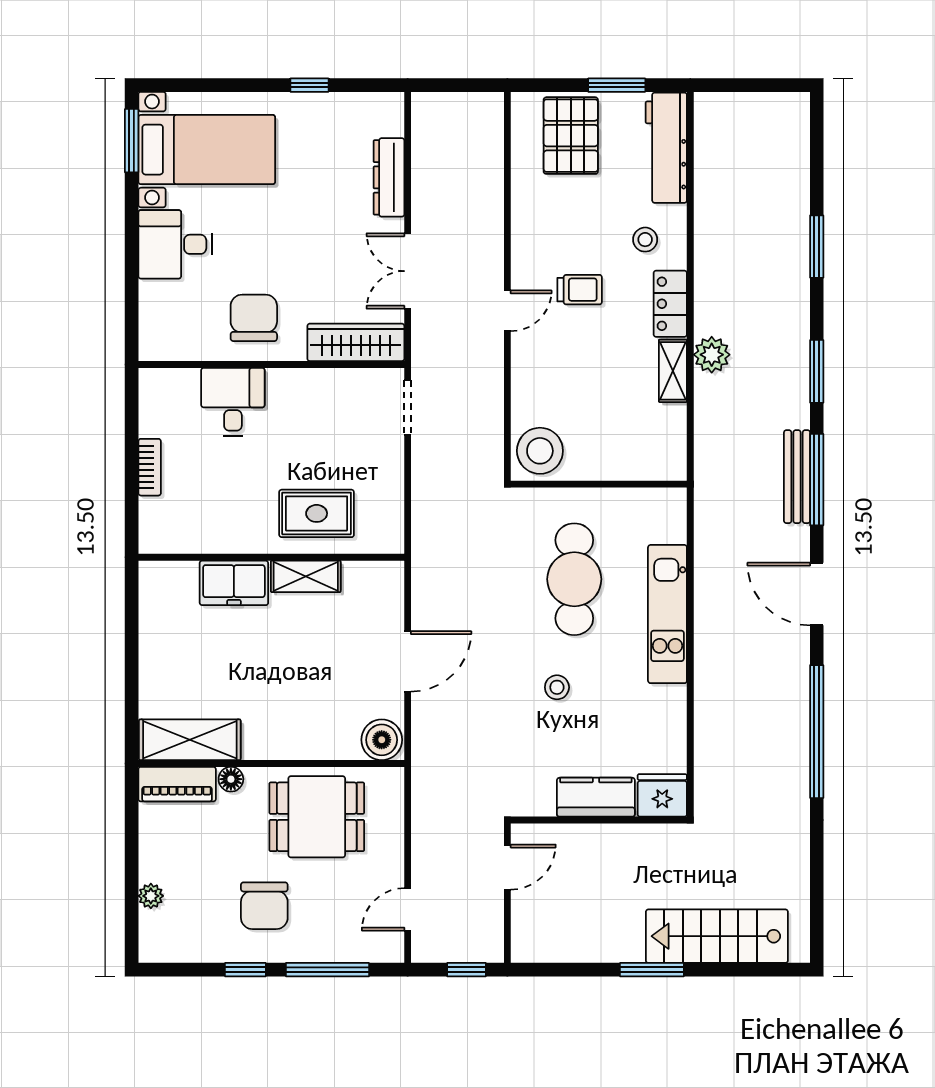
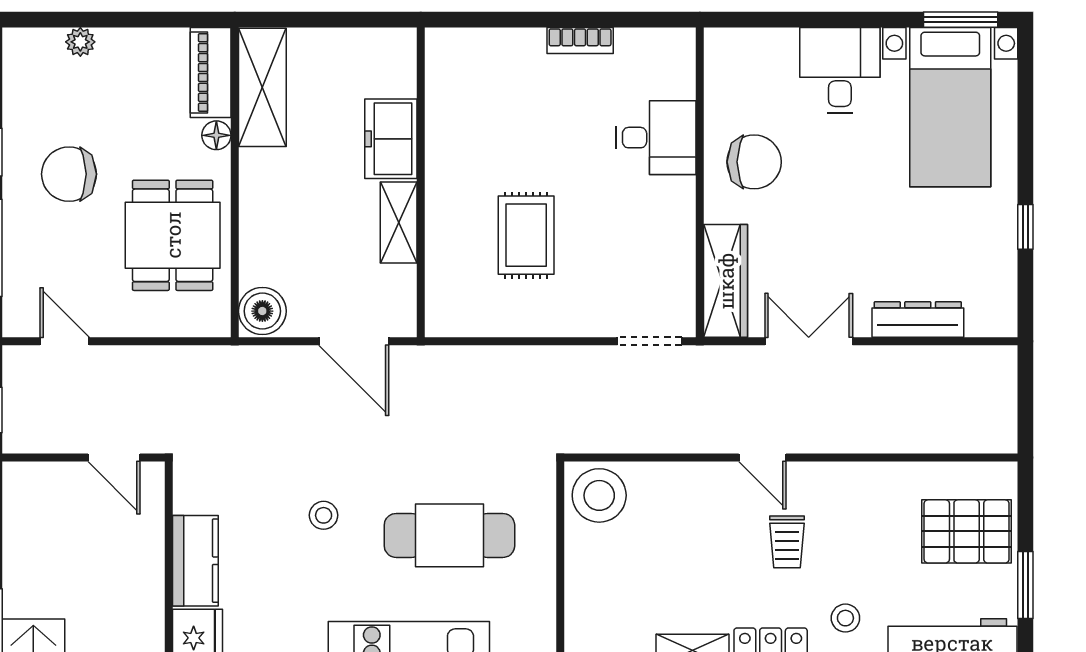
wall: (271, 557) -> (421, 182), moved
shelving: (306, 576) -> (399, 222), moved
freezer: (234, 583) -> (391, 139), moved

